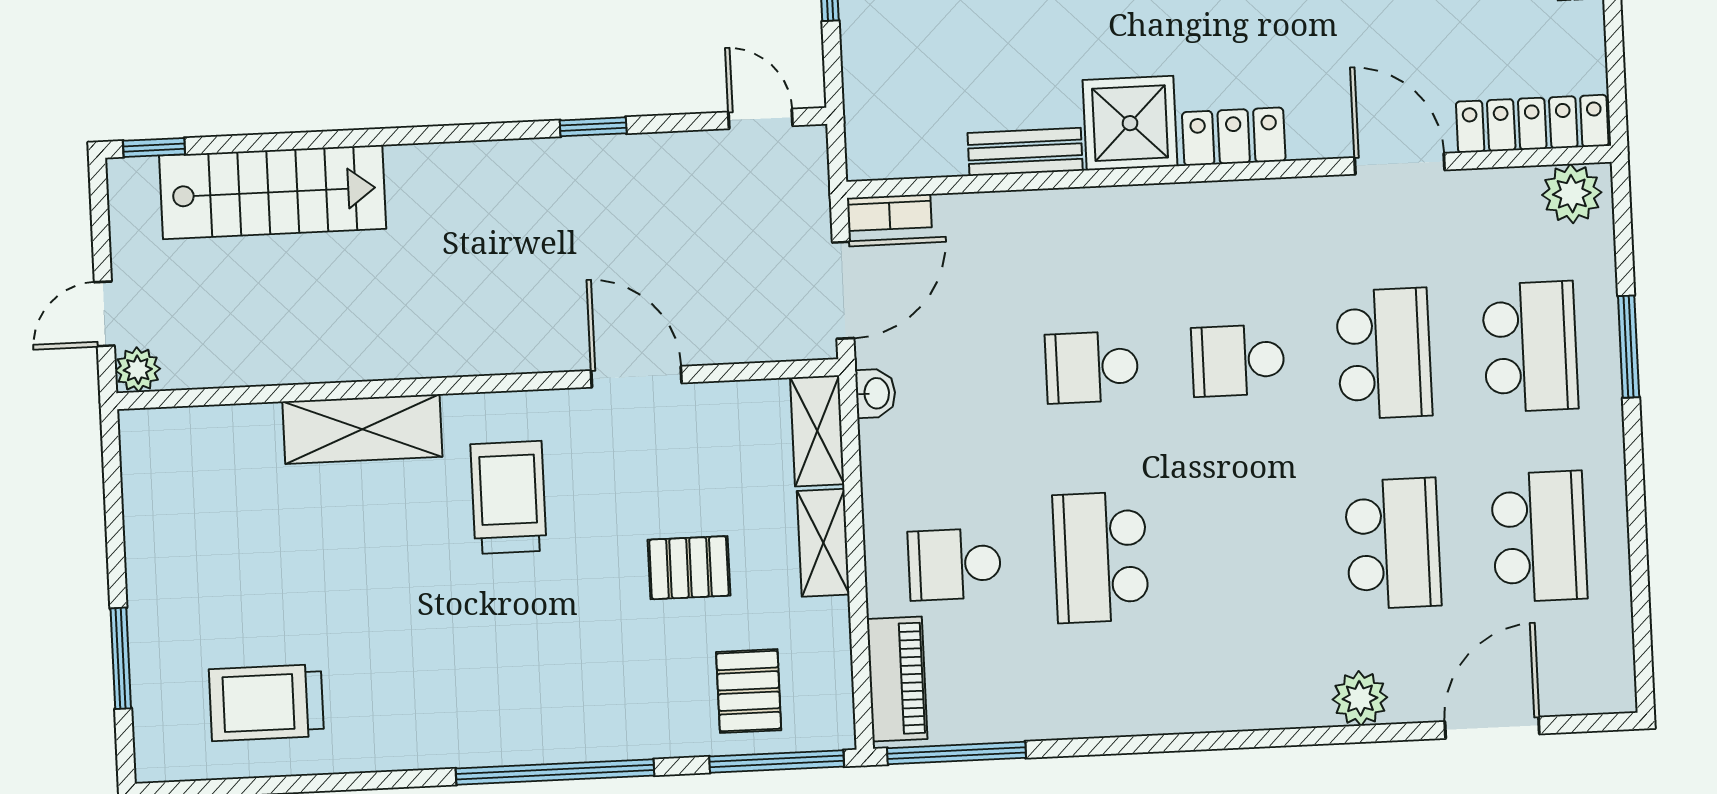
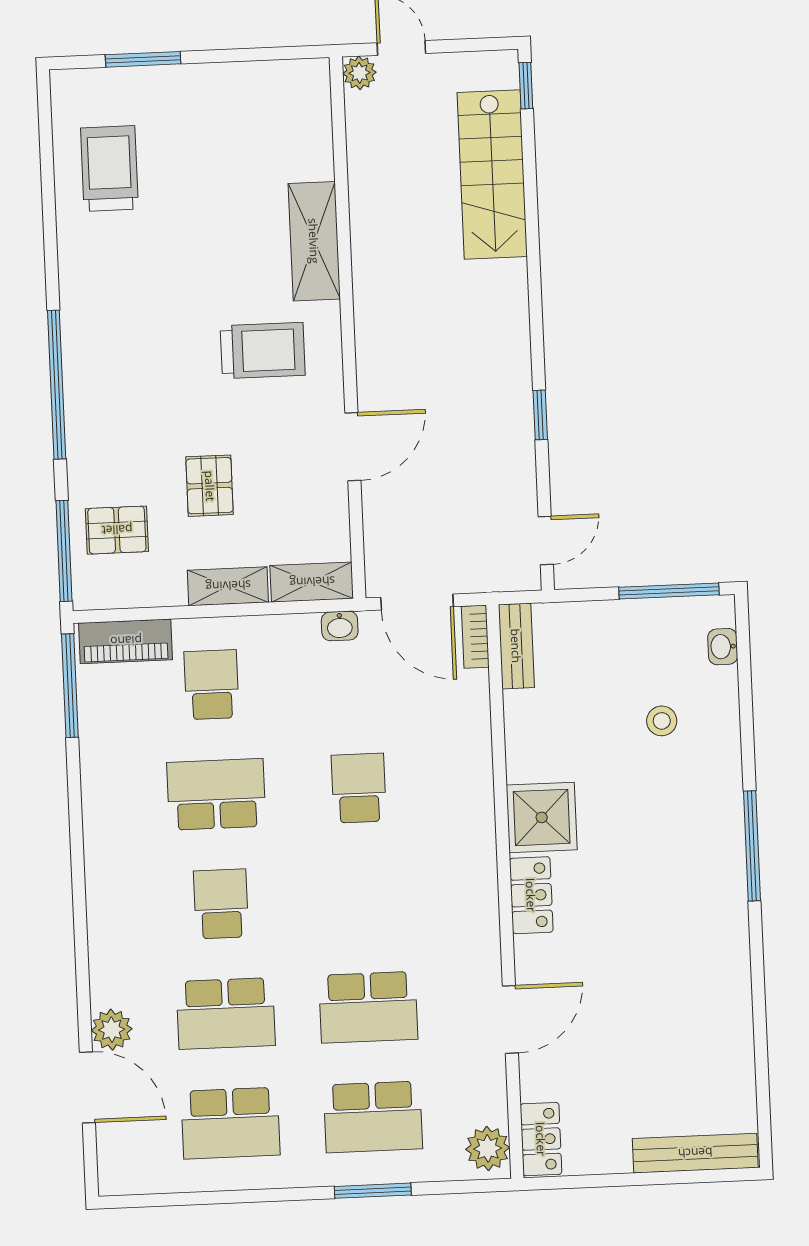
locker: (1532, 124) -> (541, 1139), width x0.66
bench: (1025, 152) -> (516, 646), moved
school desk: (1238, 360) -> (221, 904), moved
plant: (1360, 698) -> (112, 1030), moved

